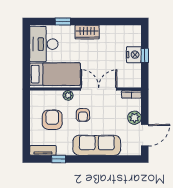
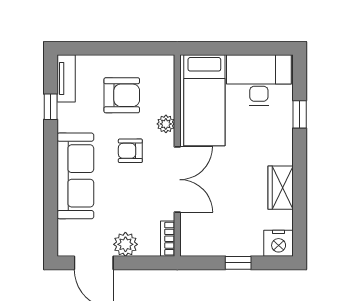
wardrobe: (87, 32) -> (281, 188), moved
nightstand: (134, 55) -> (279, 243), moved

